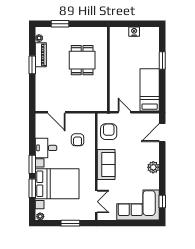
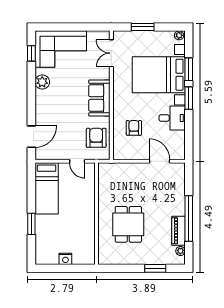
window: (32, 65) -> (189, 218), width x2.11
armchair: (109, 132) -> (96, 138), turned 180
plant: (153, 167) -> (42, 82), moved

